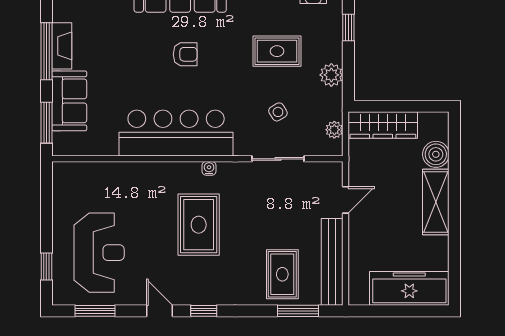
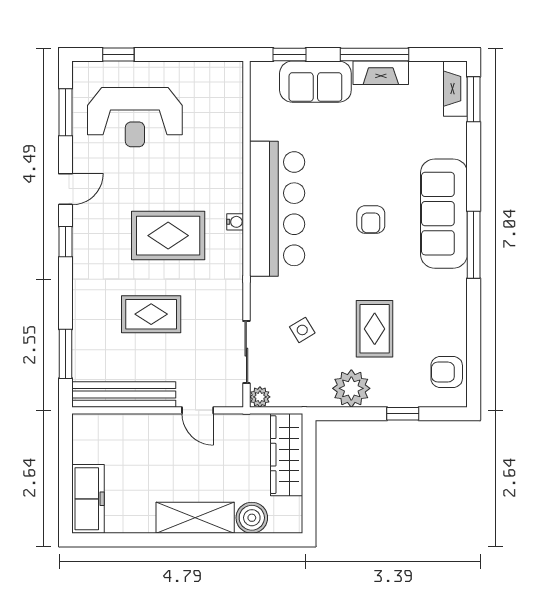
plant: (331, 75) -> (351, 388), width x1.36, depth x1.36
window: (46, 123) -> (290, 55), width x0.67
plant: (334, 130) -> (260, 397), moved
sliding door: (278, 159) -> (246, 352), moved
water cooler: (209, 168) -> (235, 222), moved
rug: (282, 274) -> (151, 314), moved
freezer: (409, 288) -> (88, 499), width x0.73, depth x0.79

